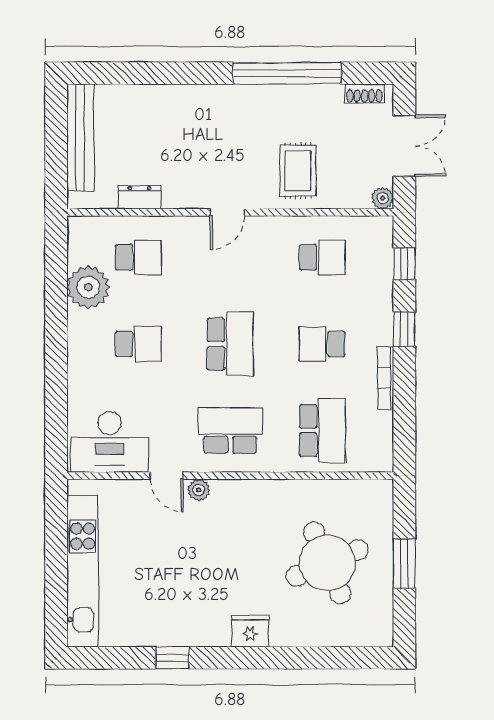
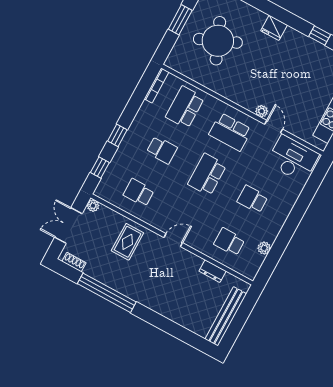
plant: (88, 287) -> (264, 248), width x0.53, depth x0.53
bookcase: (385, 378) -> (157, 85), moved

